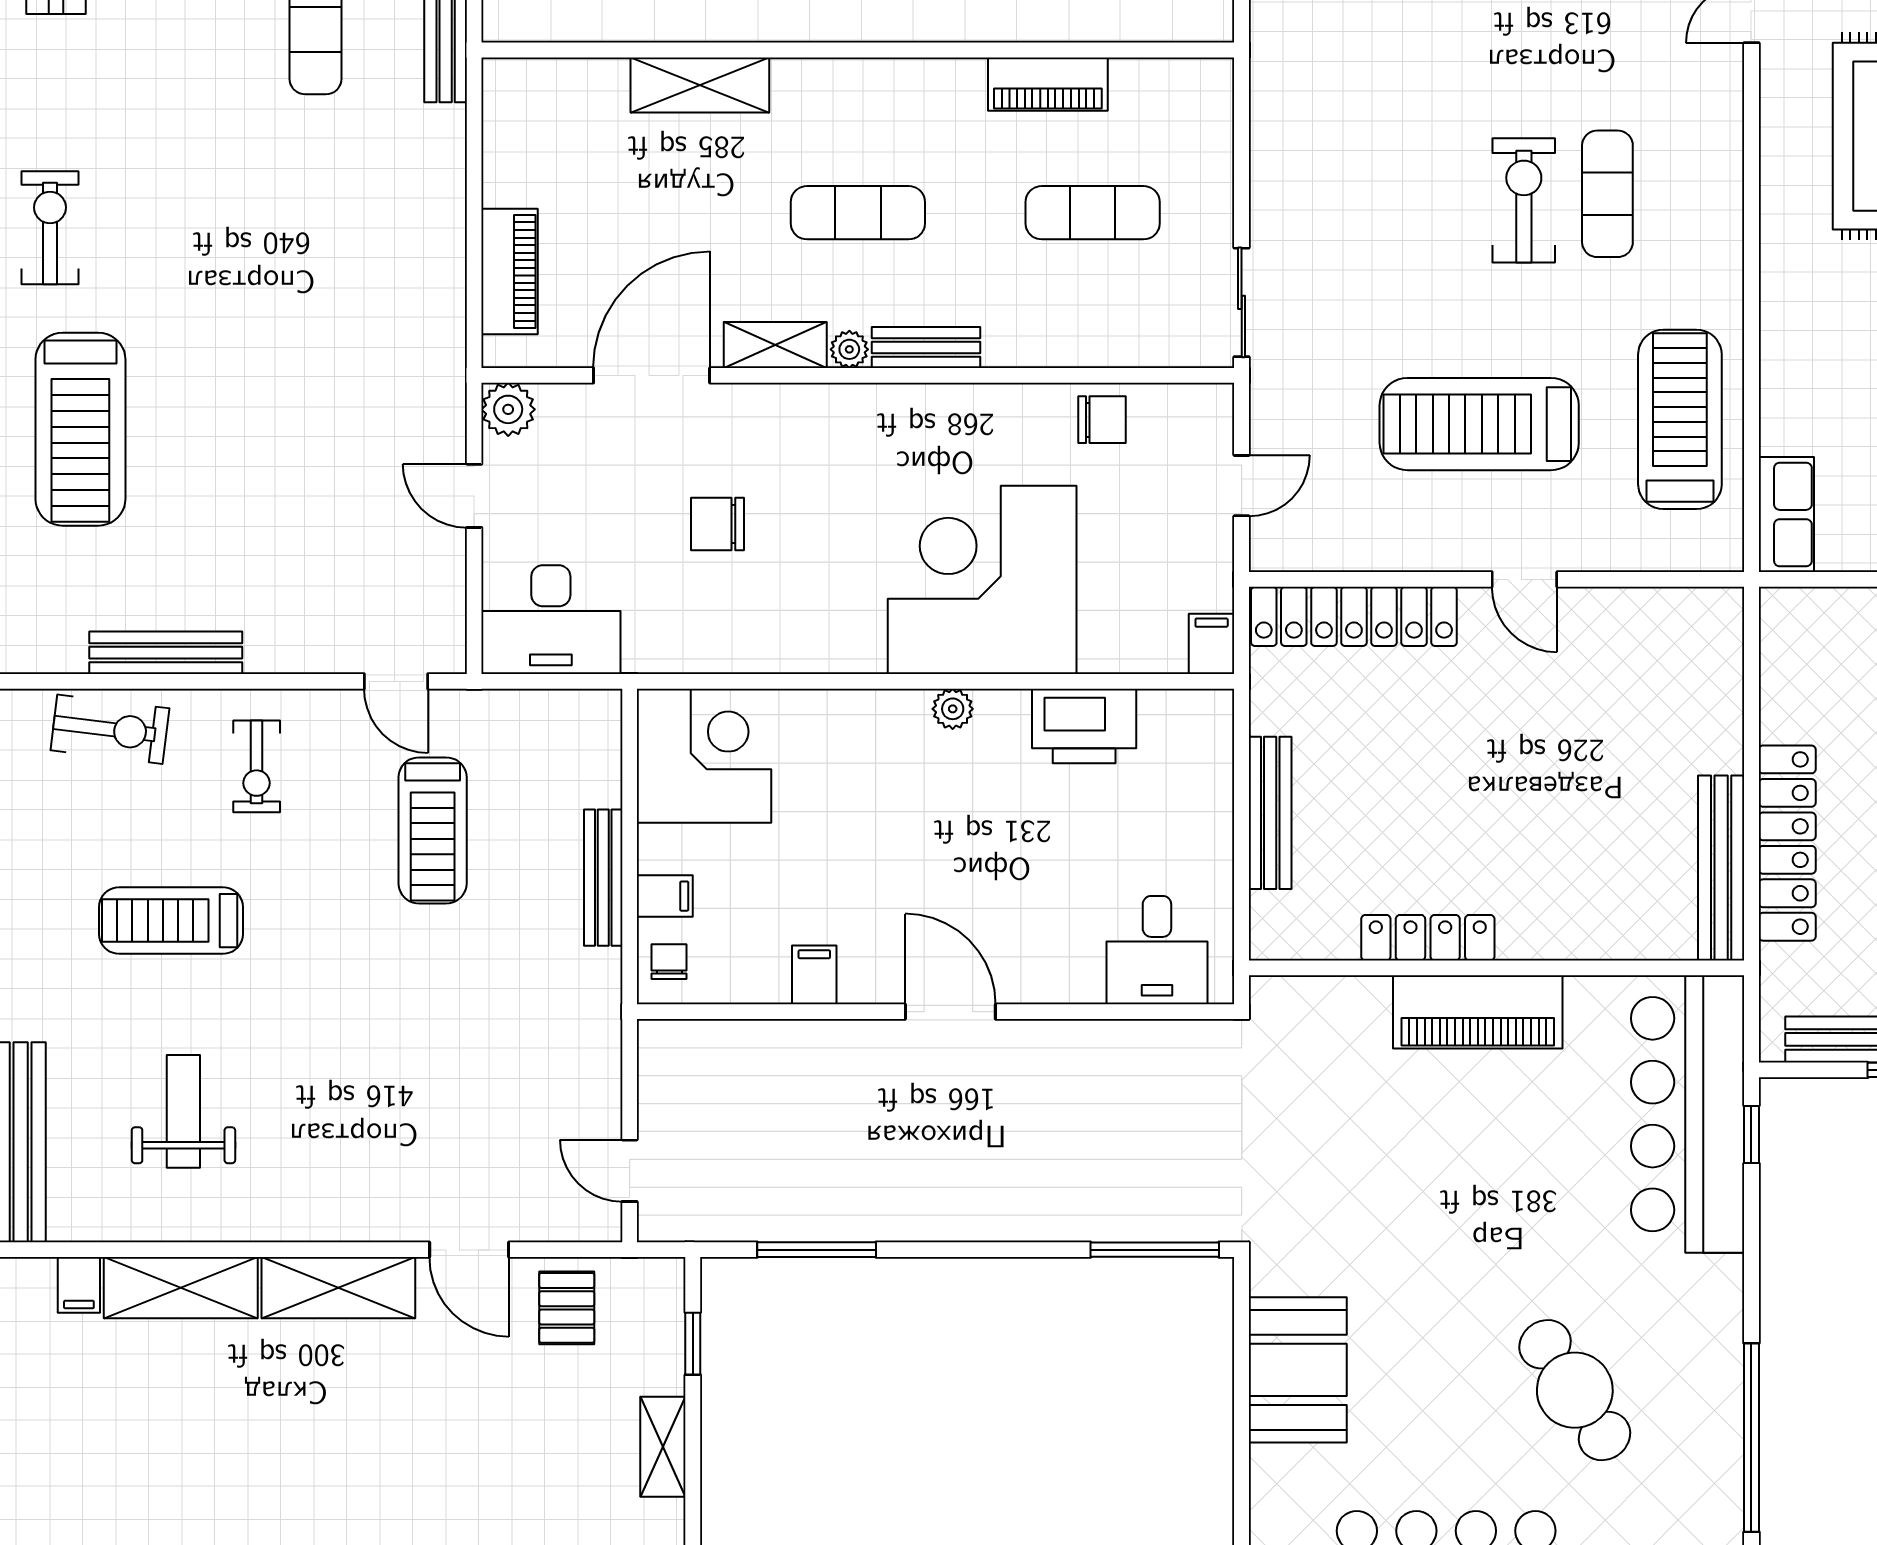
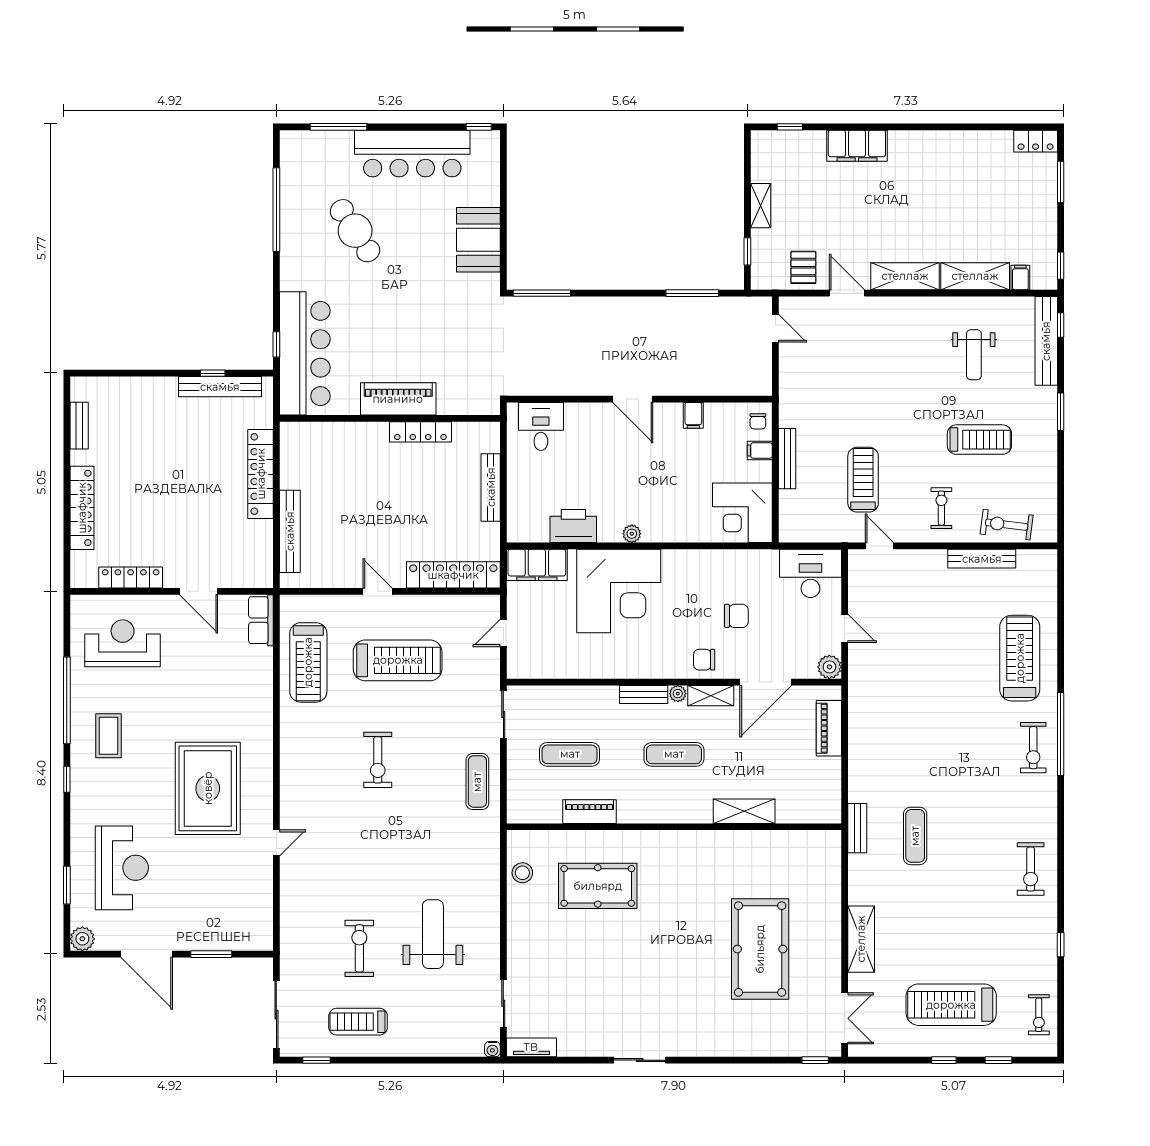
exercise mat: (1607, 194) -> (477, 782), moved
chair: (1102, 420) -> (704, 660), moved
filing cabinet: (1212, 644) -> (537, 565), width x3.00, depth x1.17
bench: (1721, 868) -> (290, 531), moved

